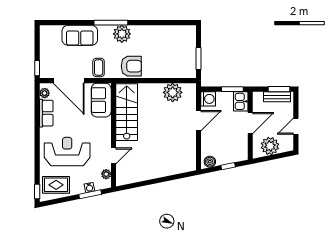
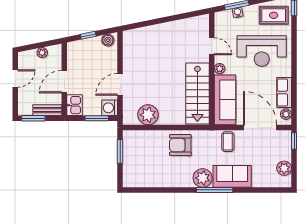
sofa: (80, 35) -> (232, 176), moved
plant: (46, 43) -> (284, 168), added
armchair: (131, 66) -> (180, 145), moved
window: (232, 89) -> (97, 118), moved
bench: (277, 97) -> (47, 110), moved
sofa: (101, 100) -> (225, 100), width x1.36
plant: (270, 146) -> (42, 53), width x0.53, depth x0.53
door: (113, 156) -> (212, 46), swing flipped
plant: (106, 174) -> (220, 69), moved

